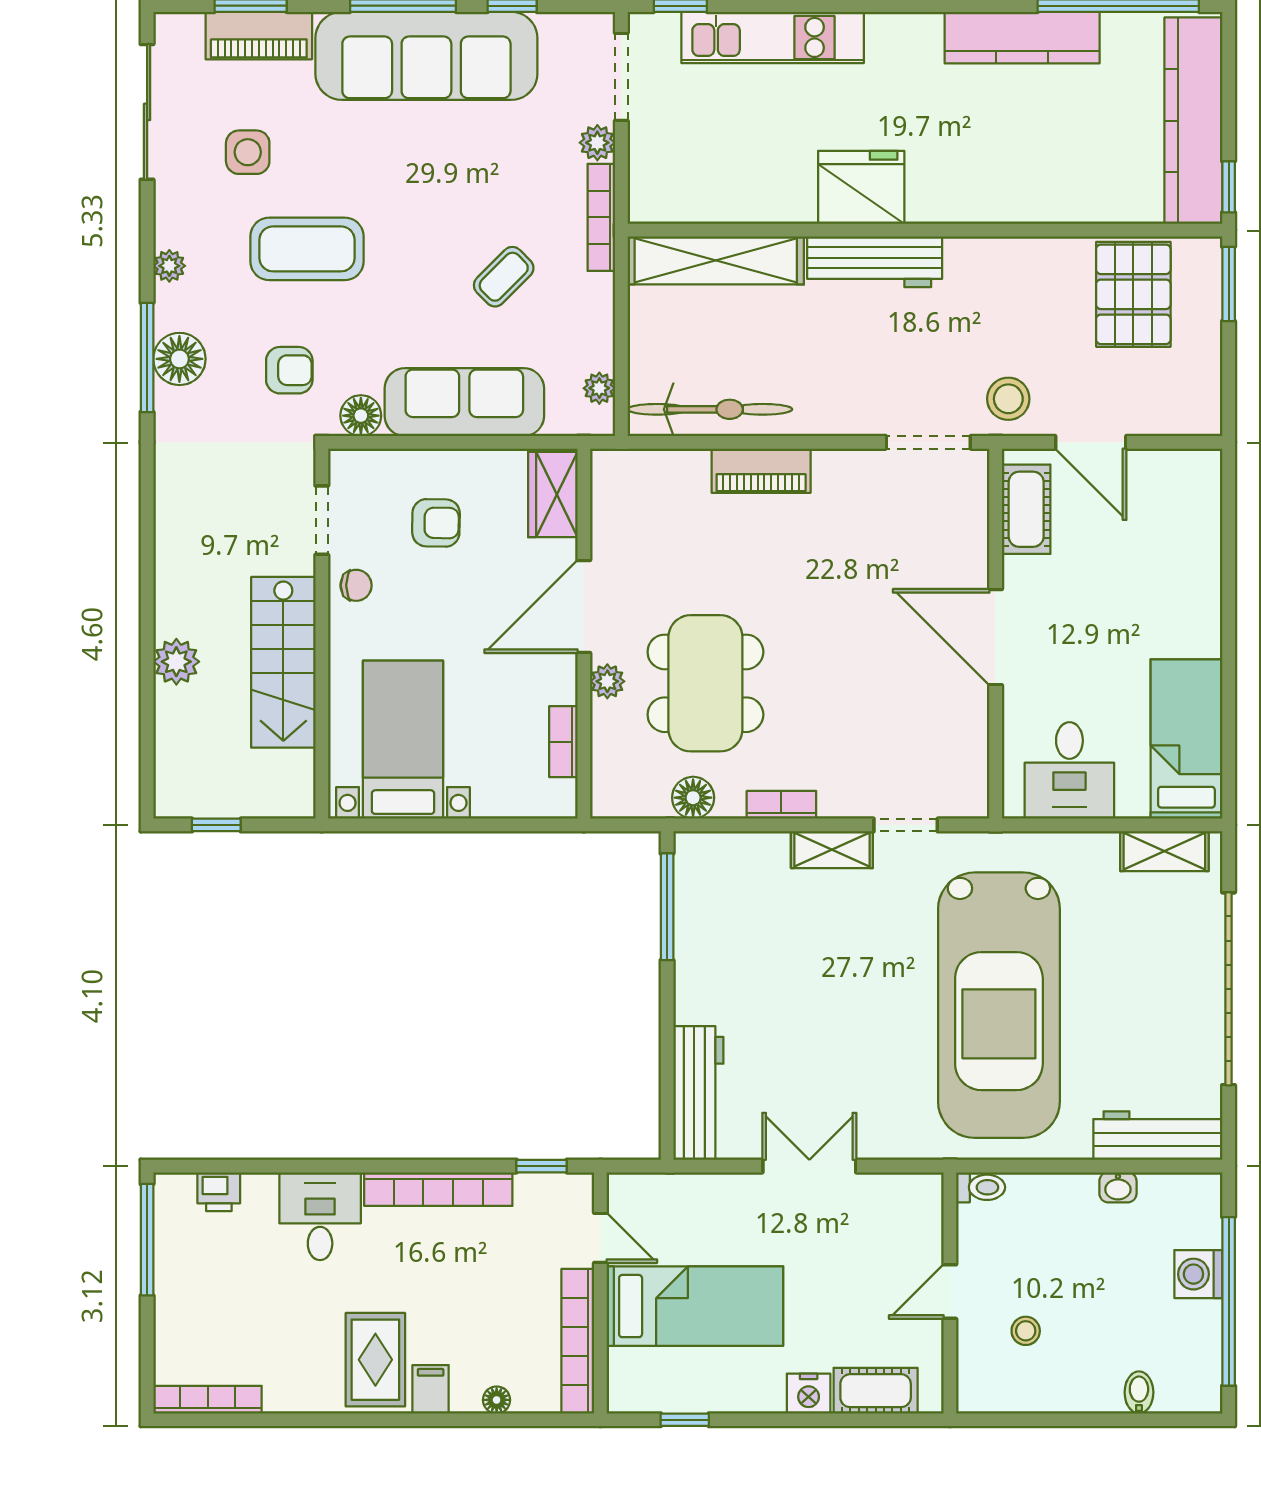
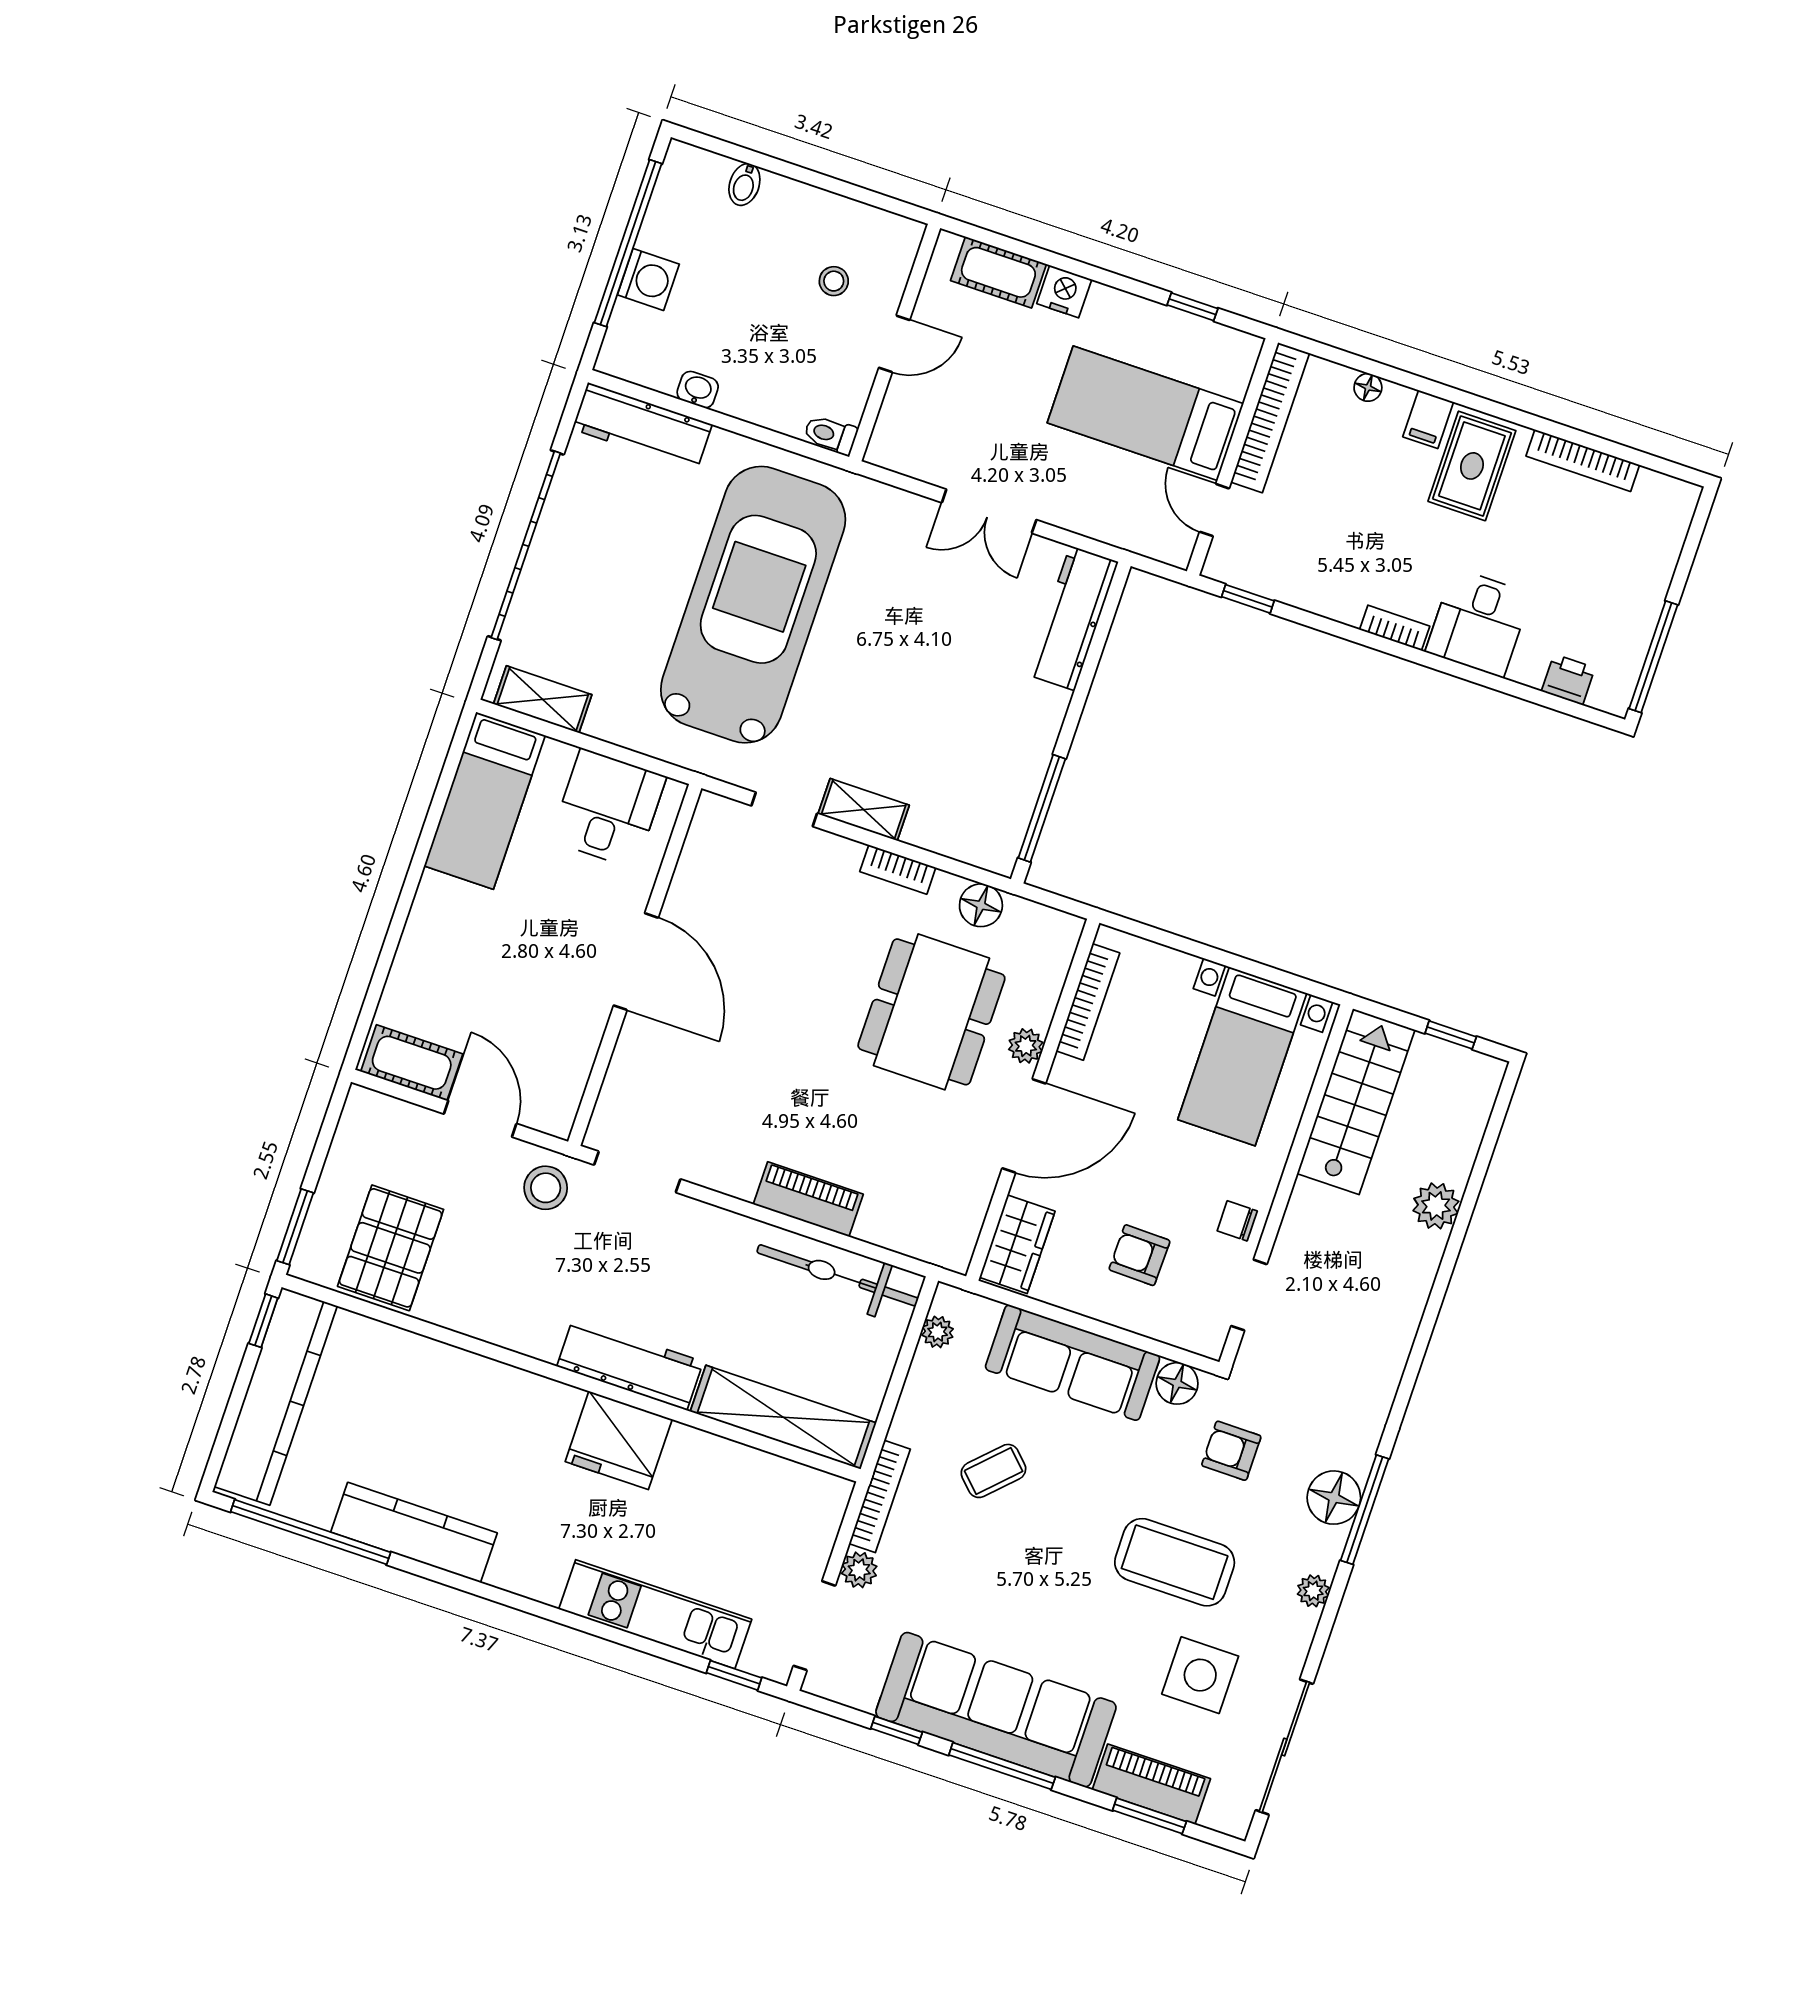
side table: (248, 152) -> (1200, 1675), width x1.37, depth x1.37
cot: (1026, 509) -> (412, 1063), moved, turned 90
stairs: (283, 662) -> (1356, 1102), moved
bookcase: (563, 742) -> (1088, 1002), width x1.56
bookcase: (438, 1189) -> (1395, 628), width x0.43, depth x0.76
bookcase: (208, 1400) -> (1583, 460), moved

